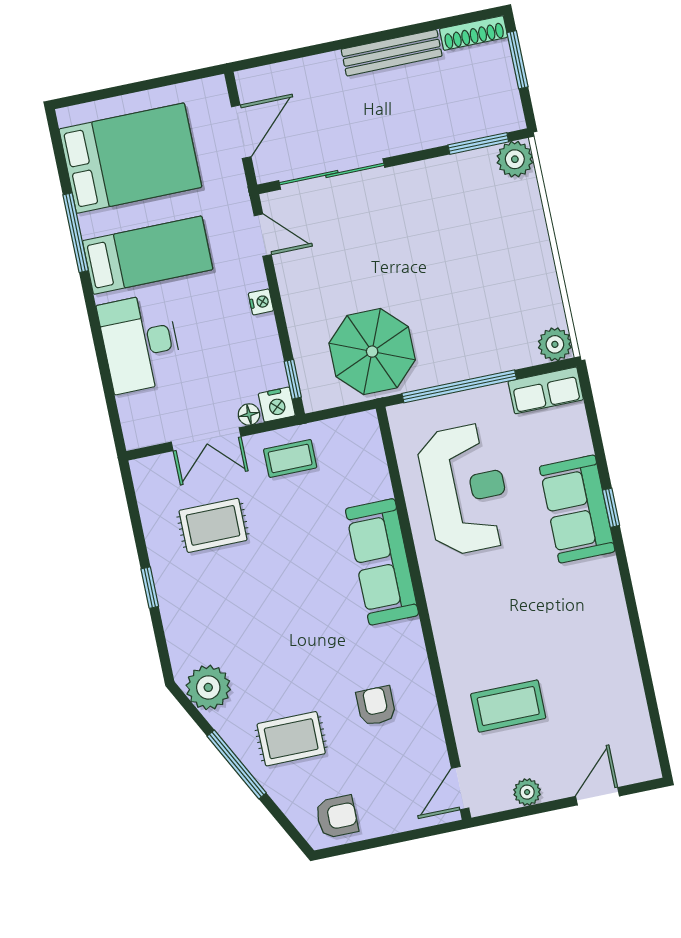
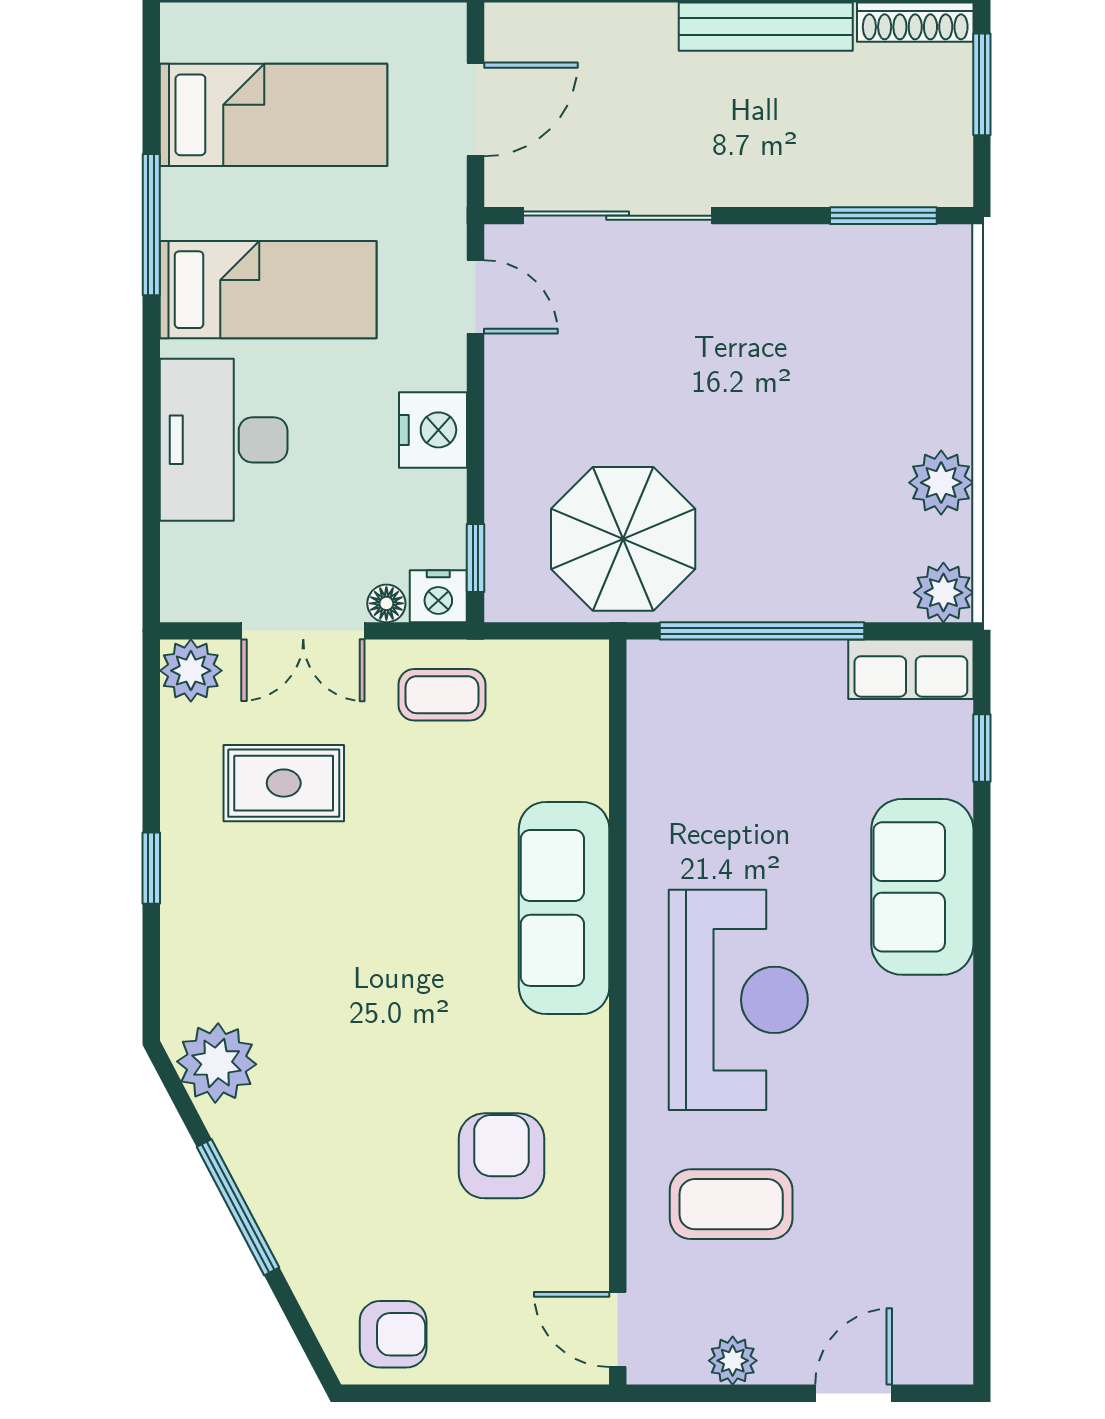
bed: (130, 158) -> (273, 115), width x0.67
plant: (515, 159) -> (941, 483), moved
nightstand: (261, 302) -> (433, 430), width x1.89, depth x1.79
plant: (149, 474) -> (191, 671), added
reception desk: (465, 489) -> (738, 1000), moved
window: (611, 508) -> (982, 748), moved
armchair: (376, 706) -> (502, 1156), width x1.38, depth x1.38
rug: (291, 739) -> (342, 1182), removed
door: (460, 788) -> (618, 1329), hinge flipped

